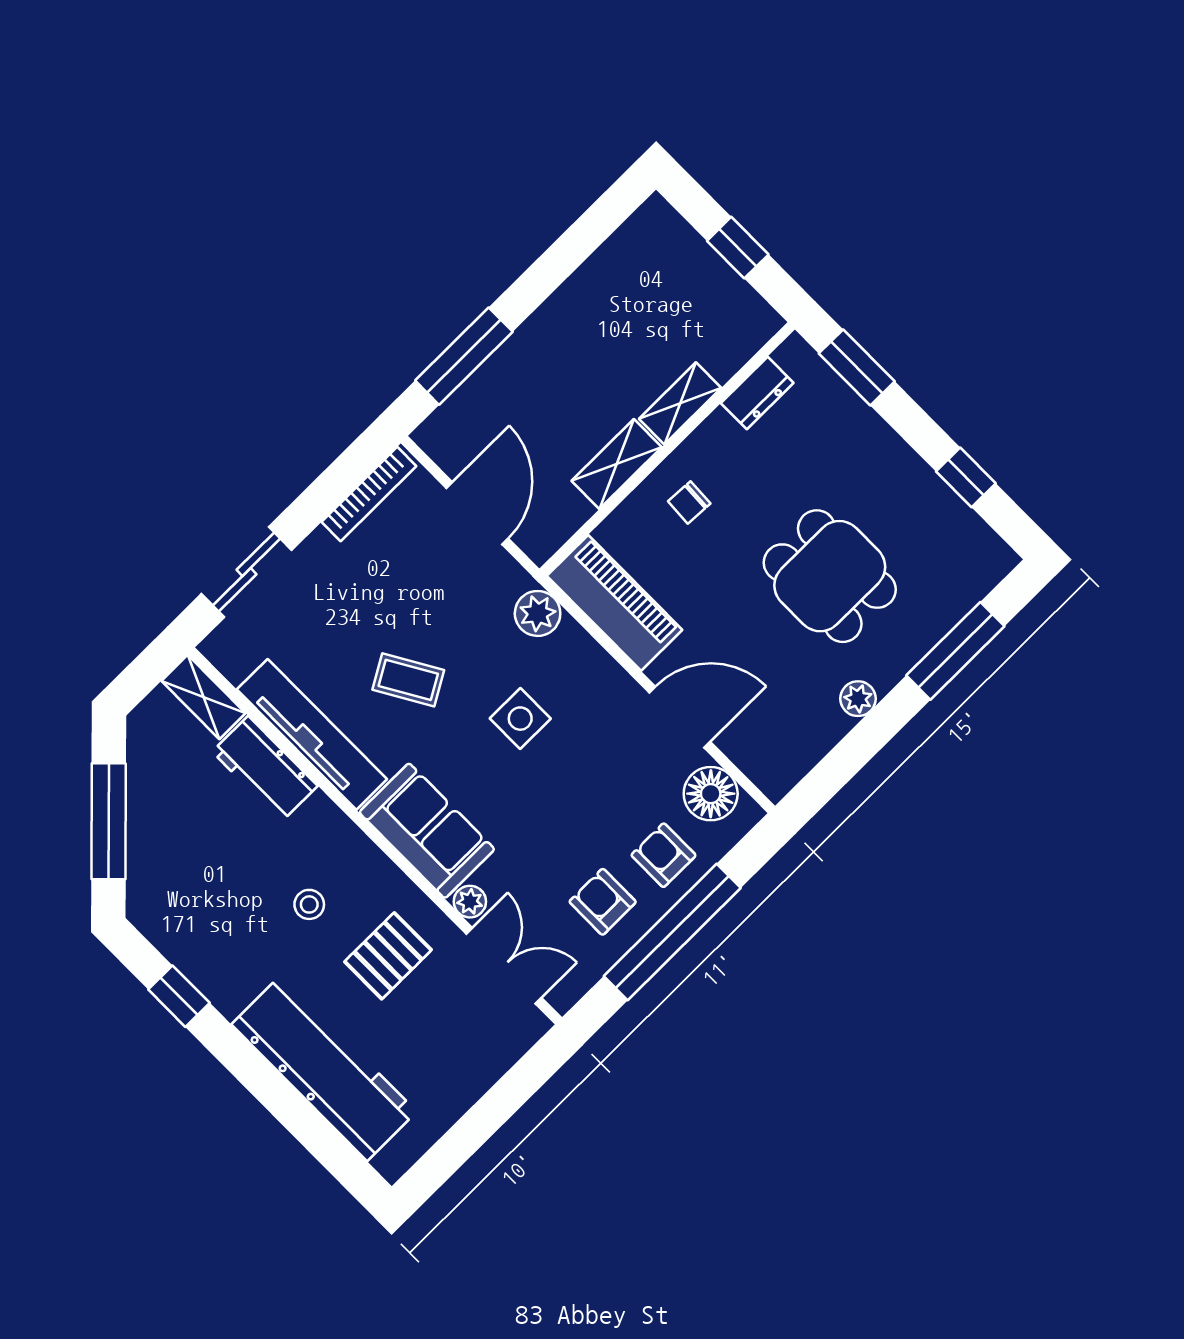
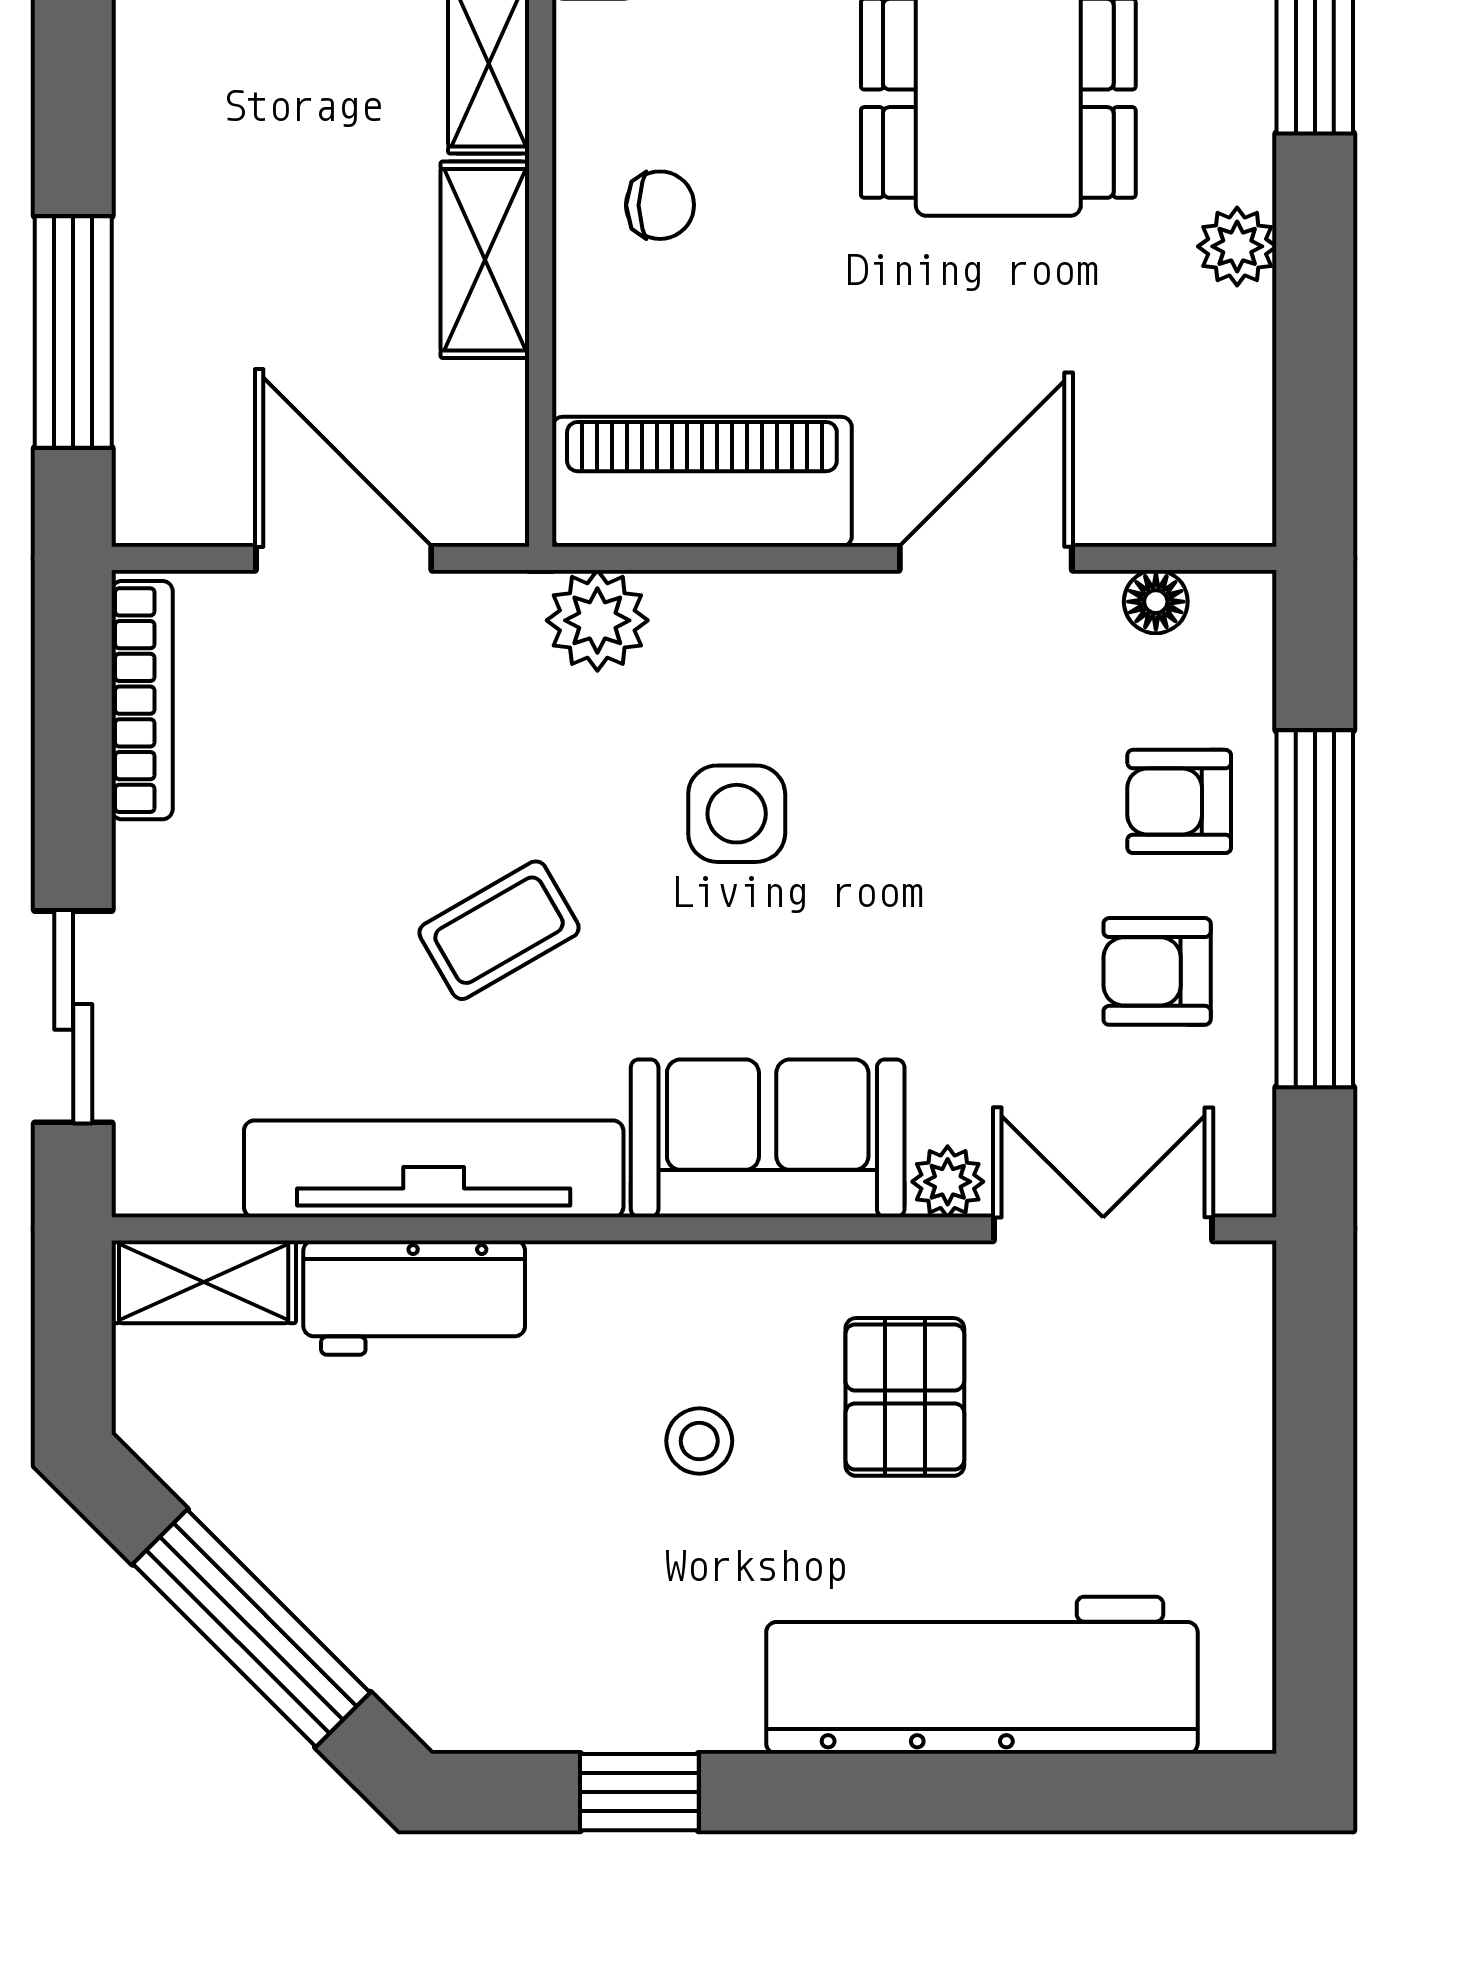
chair: (689, 502) -> (660, 205), turned -93
floor lamp: (711, 794) -> (1156, 602), width x0.53, depth x0.53

